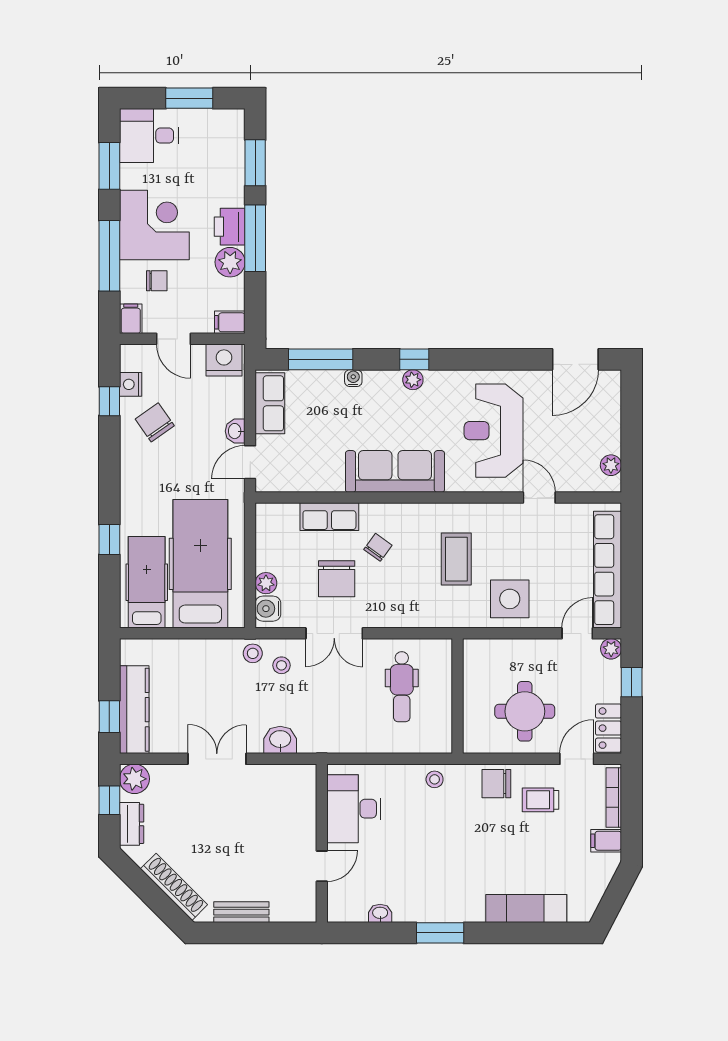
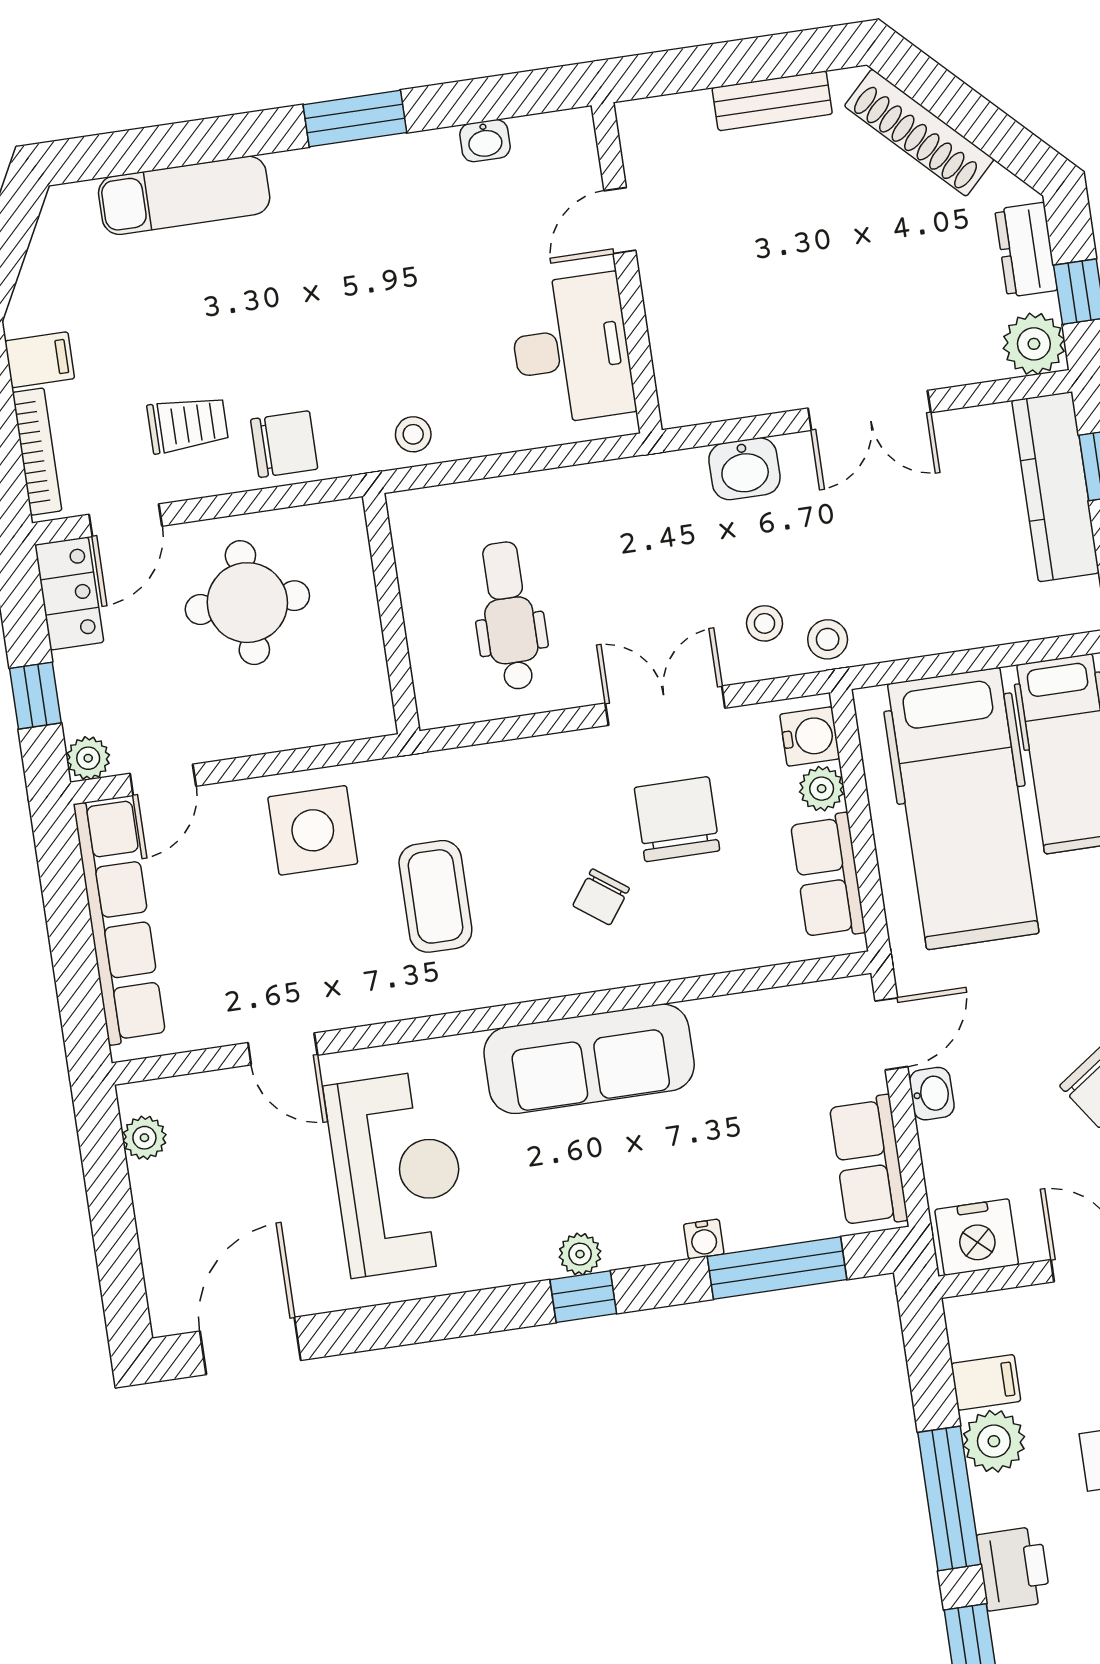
printer: (230, 227) -> (1014, 1569), moved
filing cabinet: (230, 322) -> (986, 1382), moved
row of seats: (329, 517) -> (828, 876), moved, turned -90

